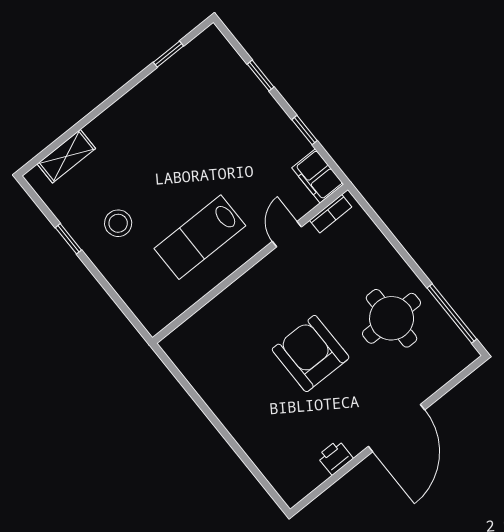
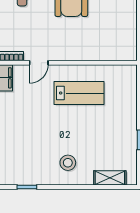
stool: (118, 223) -> (68, 163), moved

